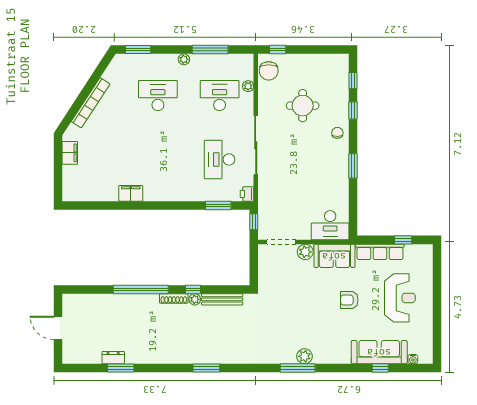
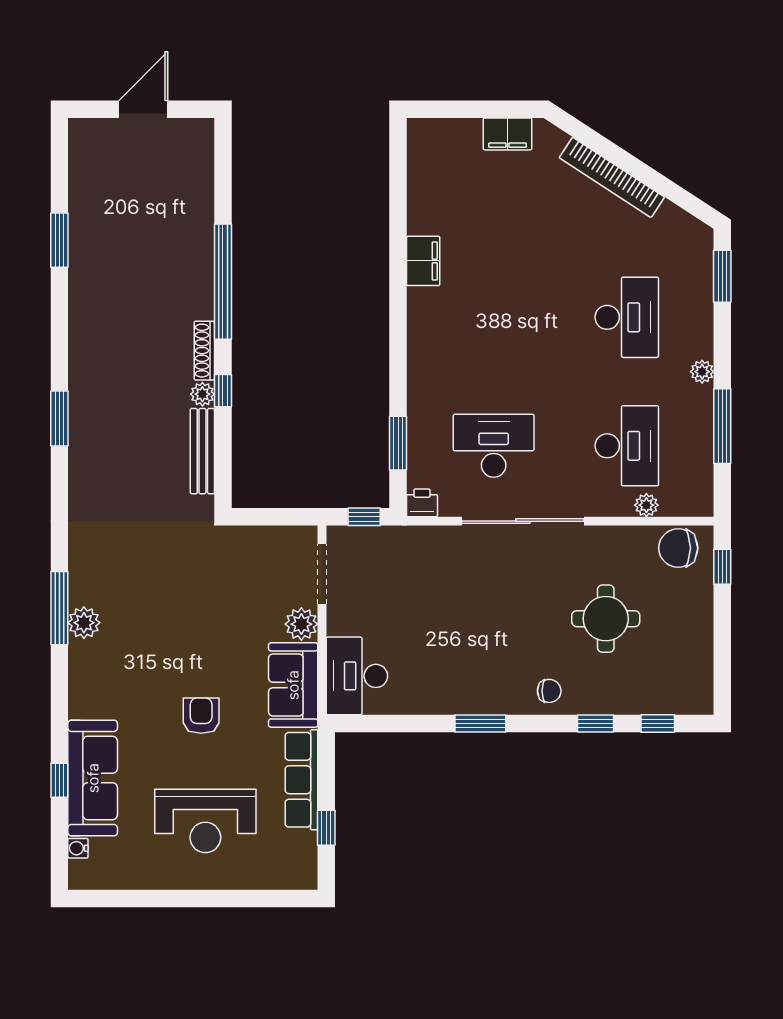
dresser: (113, 358) -> (81, 224), removed

